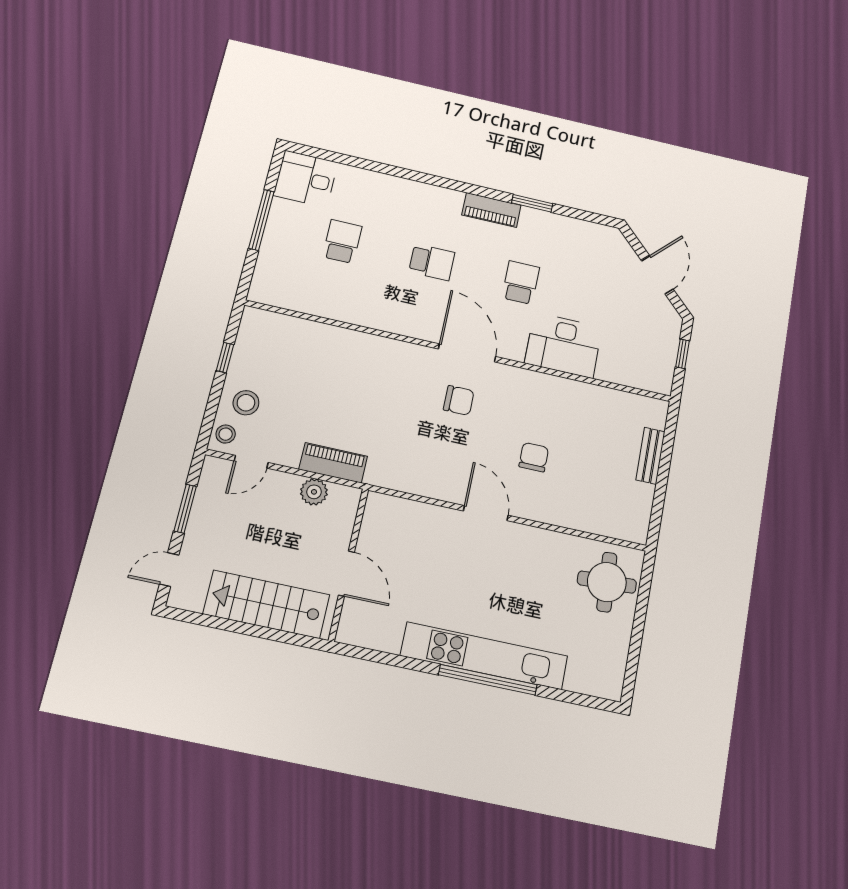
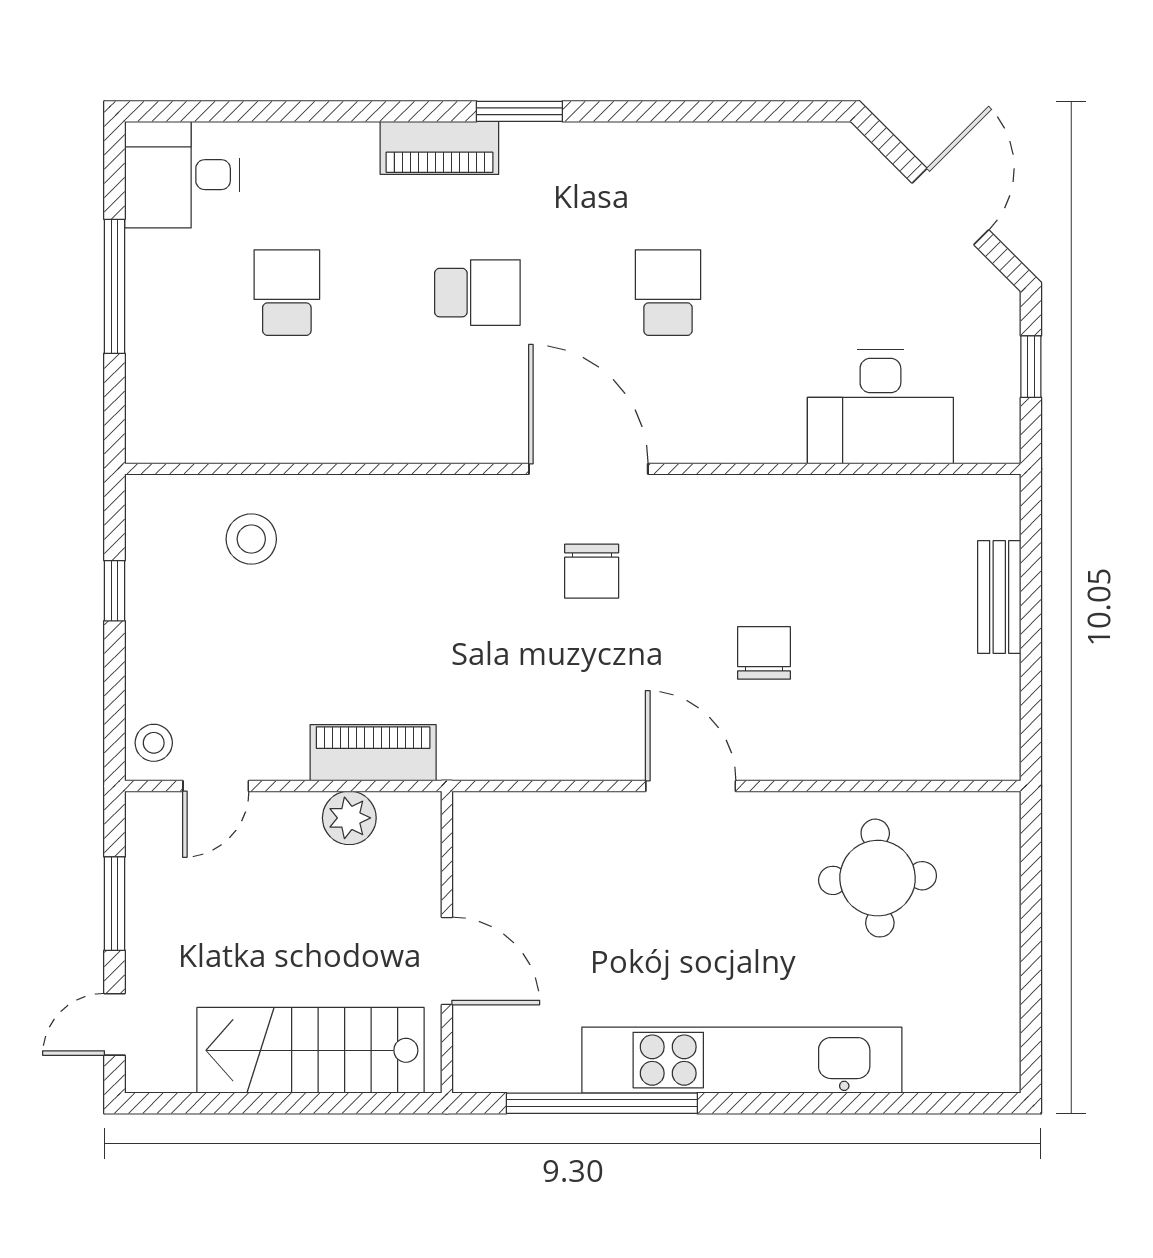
window: (532, 203) -> (519, 111), moved
piano: (491, 210) -> (439, 148), moved
desk: (563, 345) -> (880, 406), moved
chair: (459, 400) -> (592, 571), turned 90
stool: (246, 403) -> (251, 539), moved
round table: (607, 582) -> (878, 878), moved
window: (488, 680) -> (602, 1103), moved

